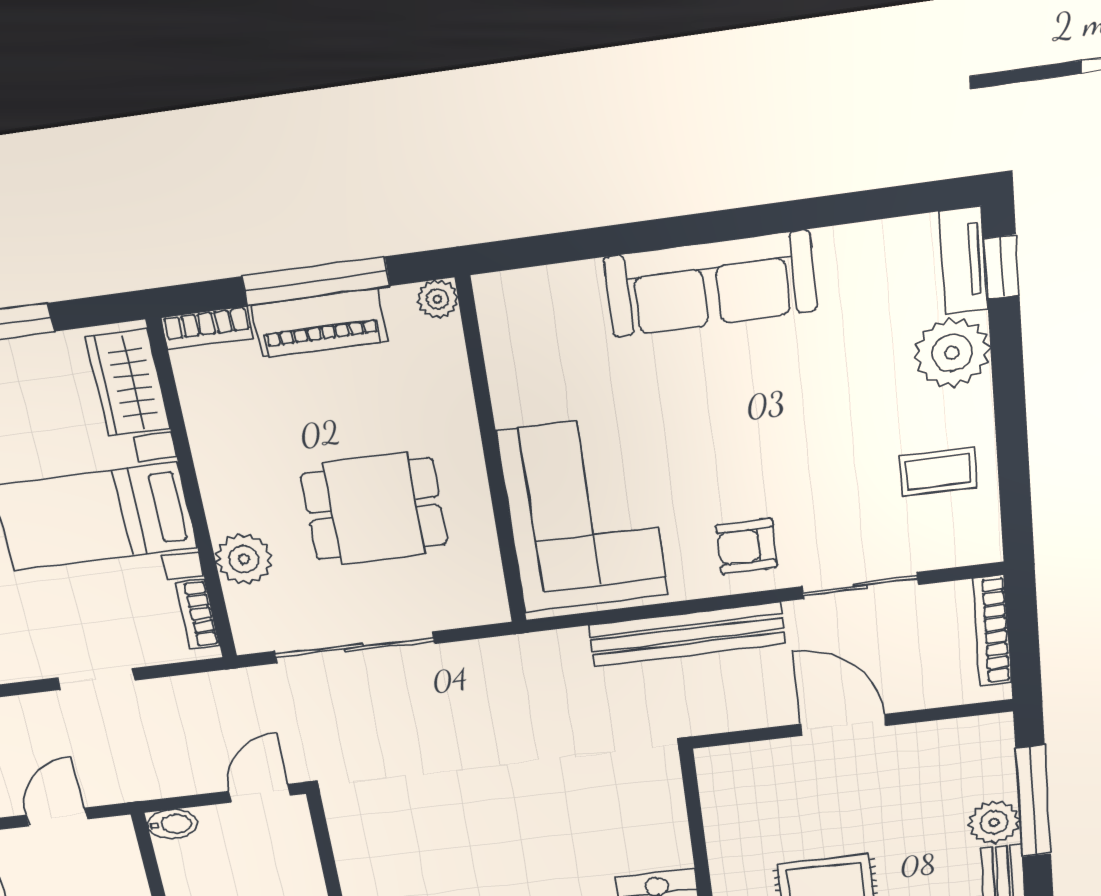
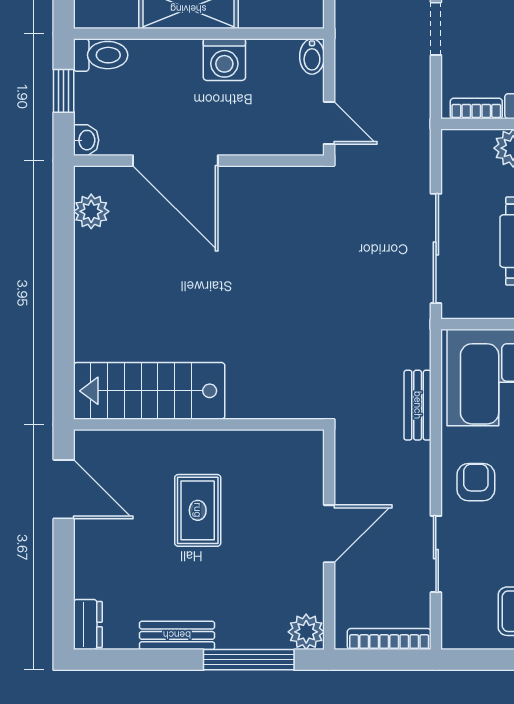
bench: (687, 635) -> (418, 405), width x0.54, depth x0.82
sliding door: (354, 647) -> (436, 248), moved
plant: (994, 822) -> (306, 632), moved

